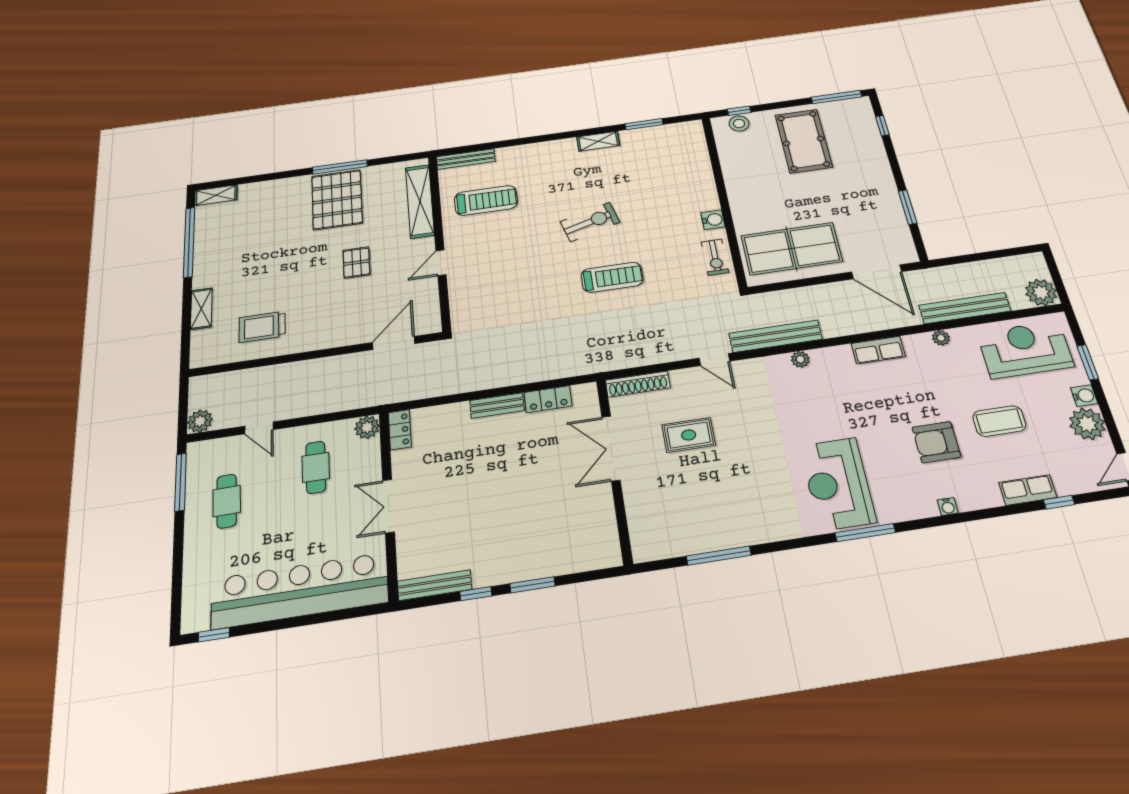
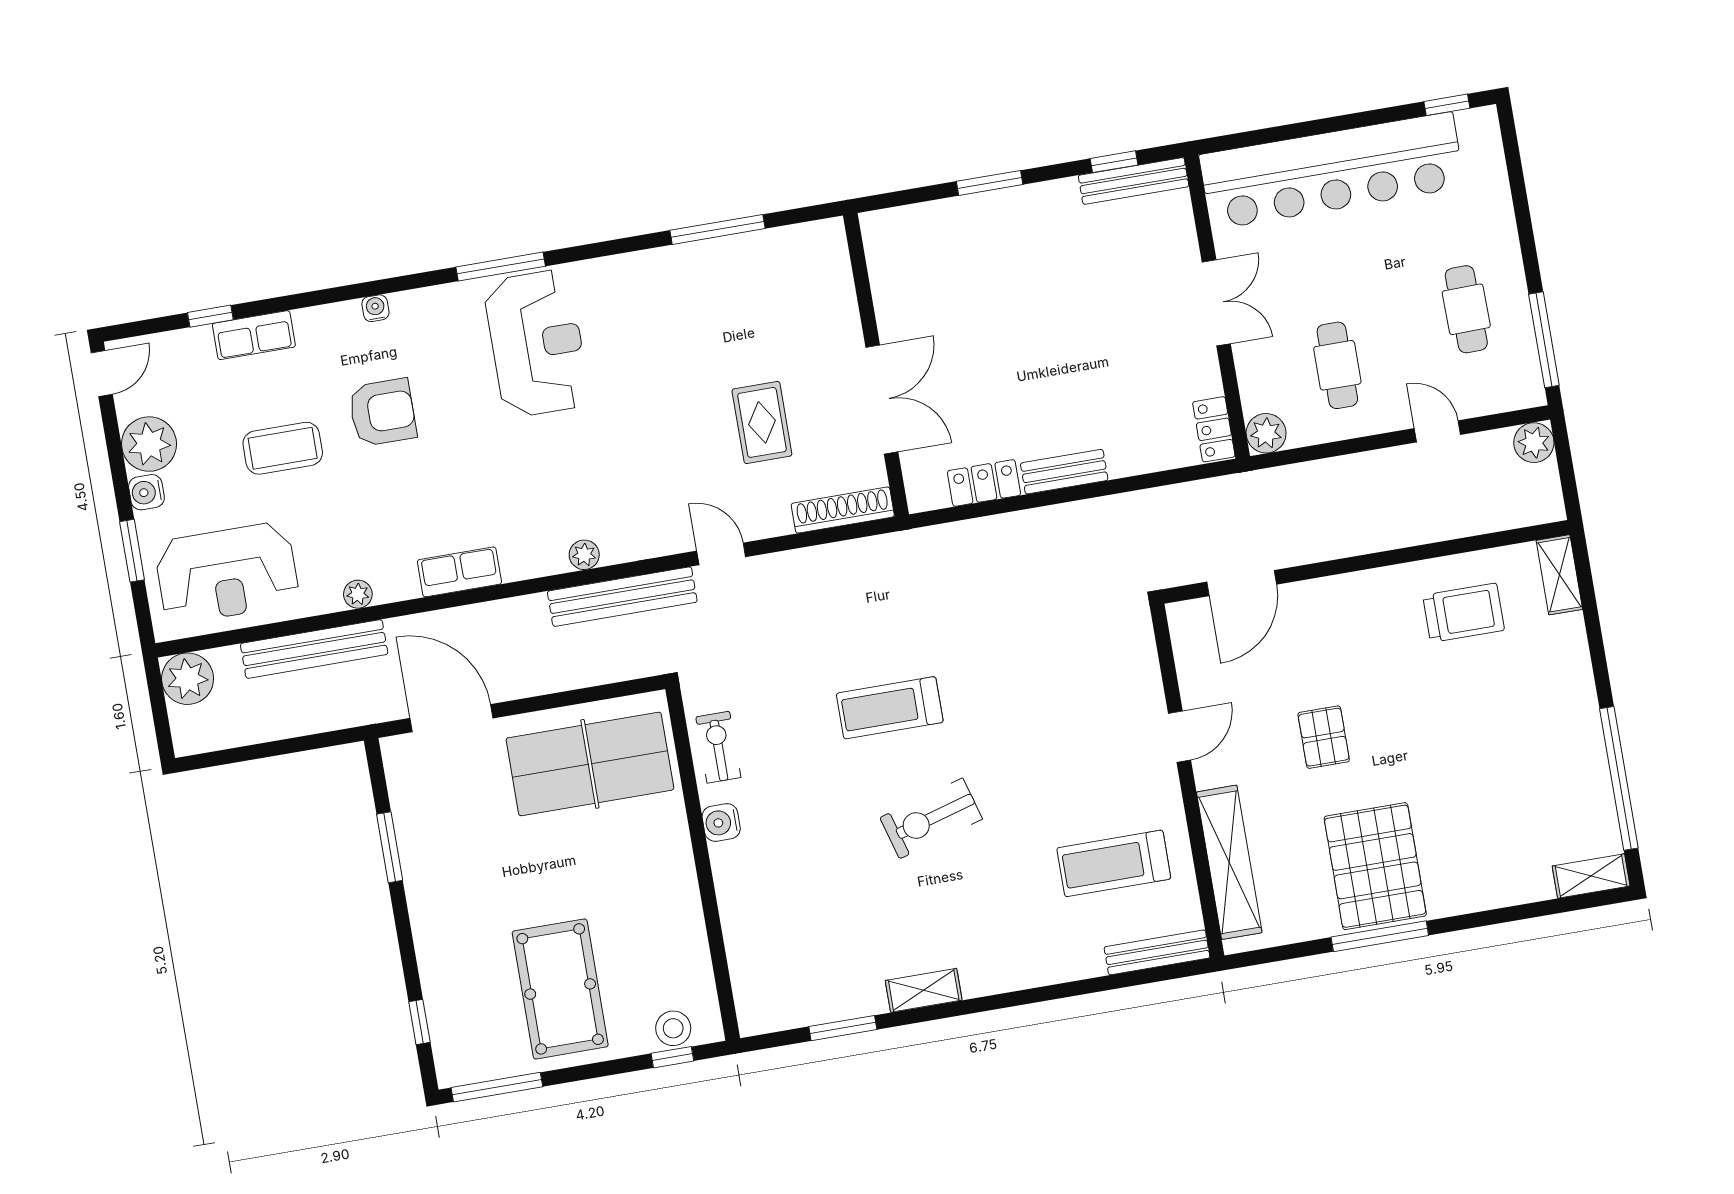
shelving: (201, 309) -> (1559, 575), moved
rug: (689, 435) -> (762, 422), turned 90
window: (476, 594) -> (1114, 162), moved

